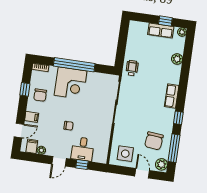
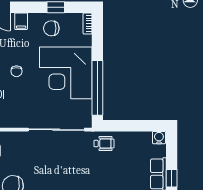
water cooler: (134, 26) -> (159, 138), added
window: (74, 65) -> (97, 88), moved
corner desk: (71, 83) -> (66, 73), width x1.36, depth x1.36

